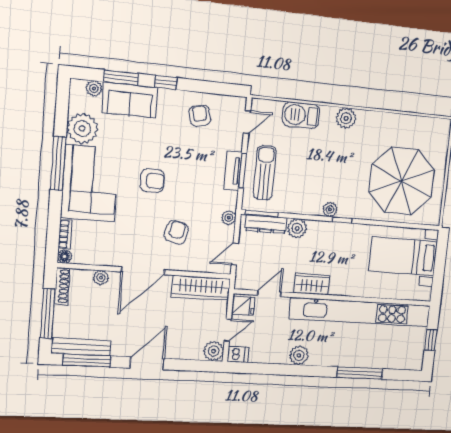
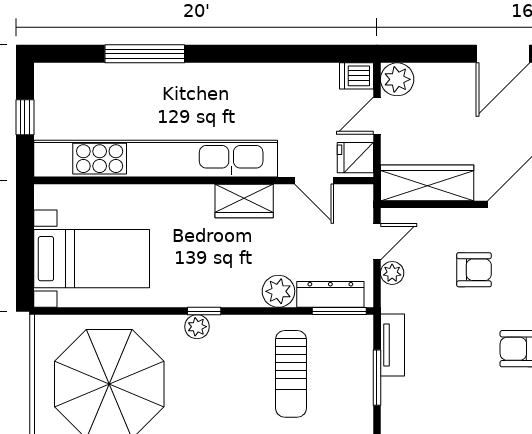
tv unit: (233, 171) -> (392, 345), moved
sun lounger: (265, 173) -> (291, 374), moved
plant: (330, 210) -> (197, 327), moved
plant: (229, 218) -> (392, 273), moved
armchair: (176, 232) -> (474, 270), turned -105
door: (269, 293) -> (314, 181), hinge flipped
plant: (299, 355) -> (254, 79), removed

